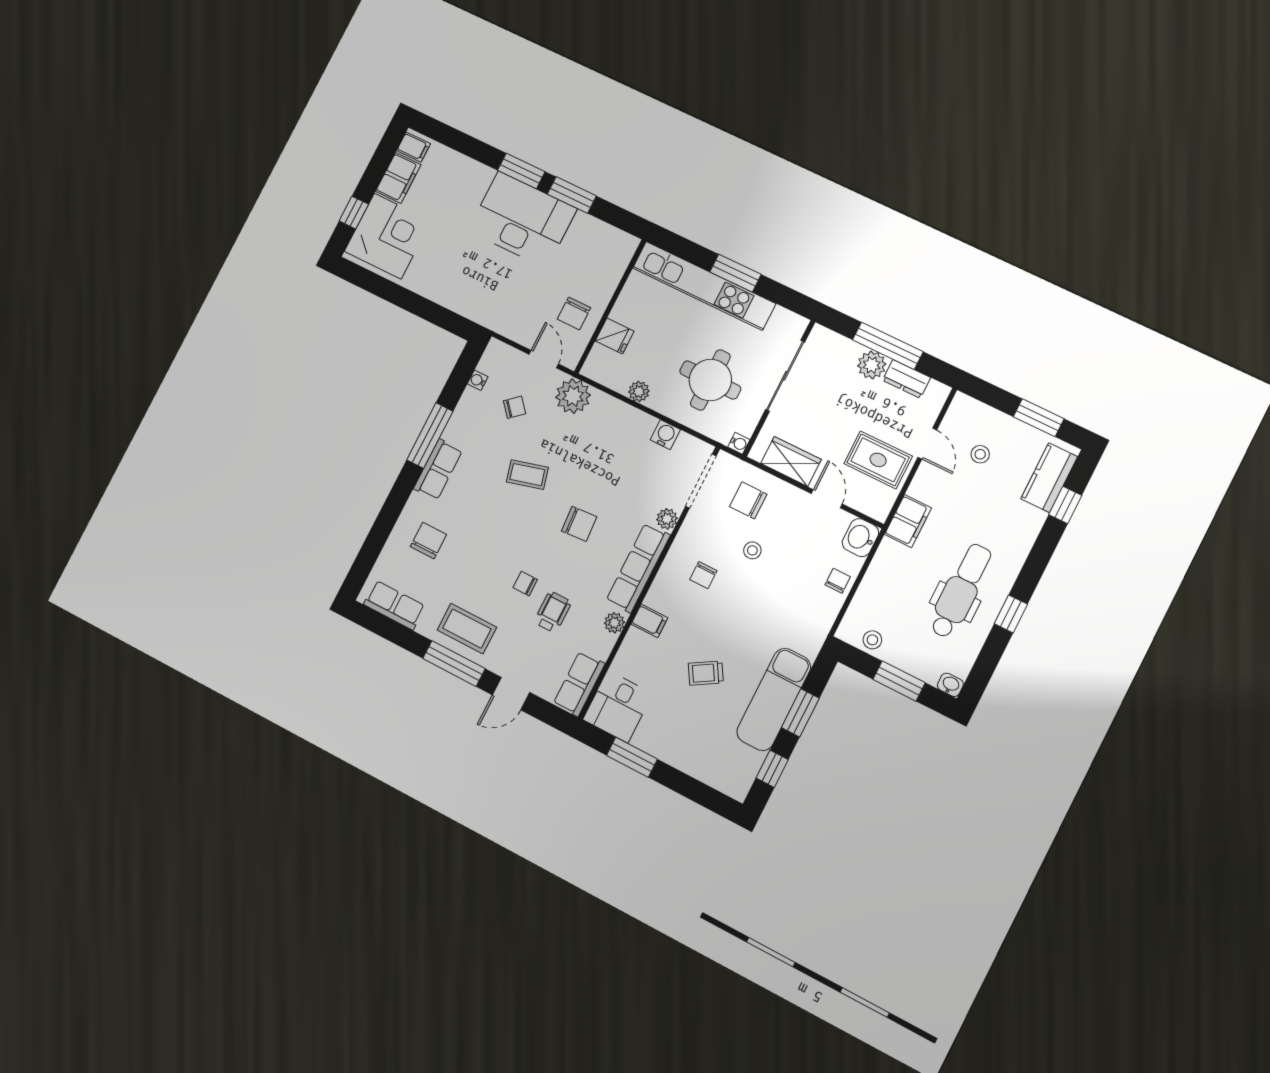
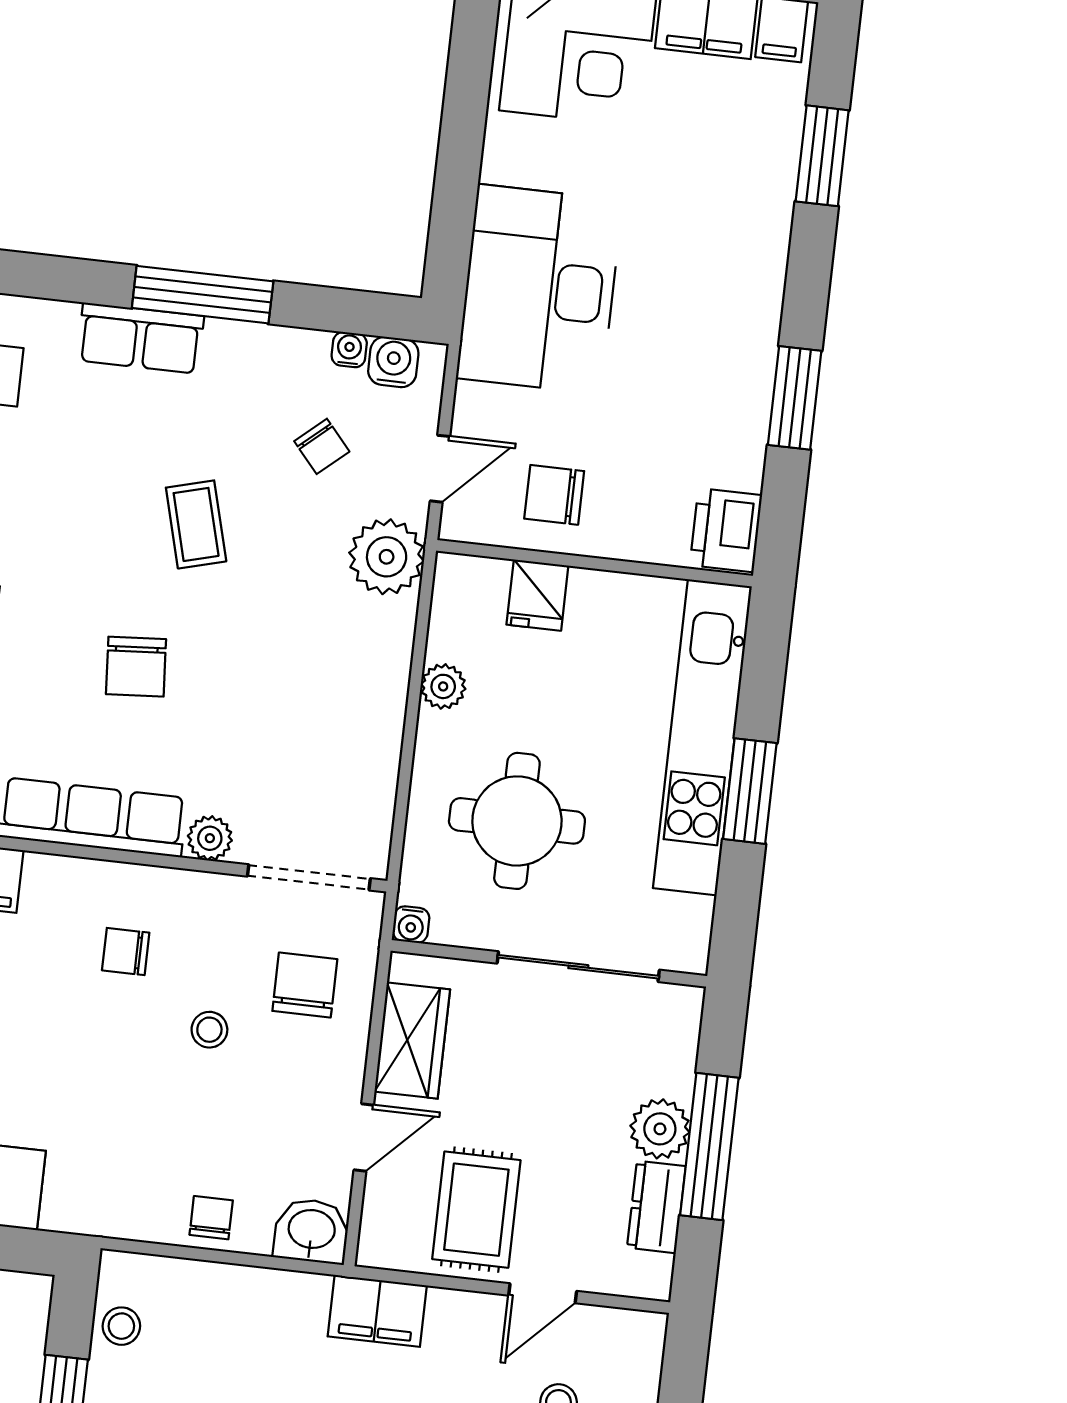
window: (521, 171) -> (822, 156), moved
desk: (522, 220) -> (539, 289), moved, turned 180
printer: (617, 244) -> (726, 530), added
water cooler: (665, 435) -> (393, 362), moved, turned -90
chair: (838, 581) -> (211, 1218), turned -90

